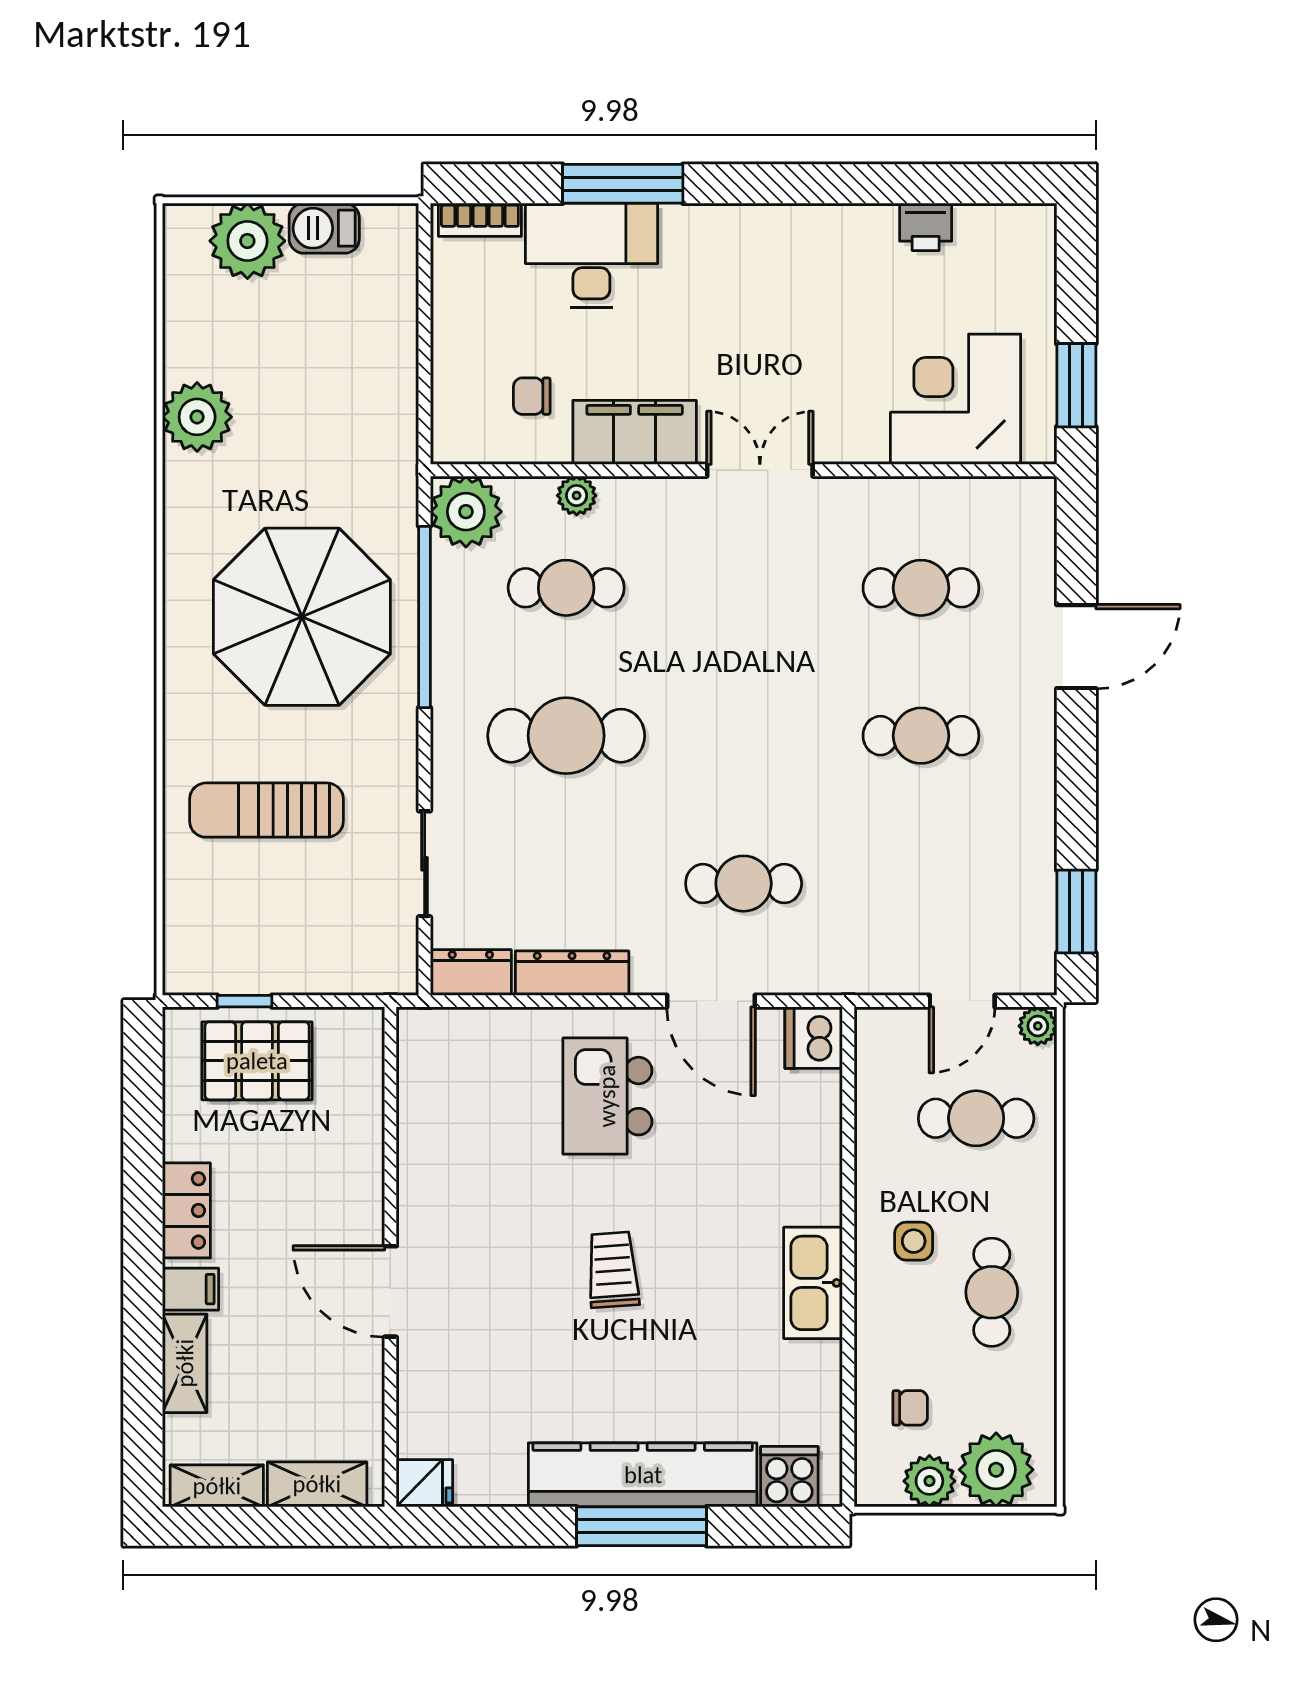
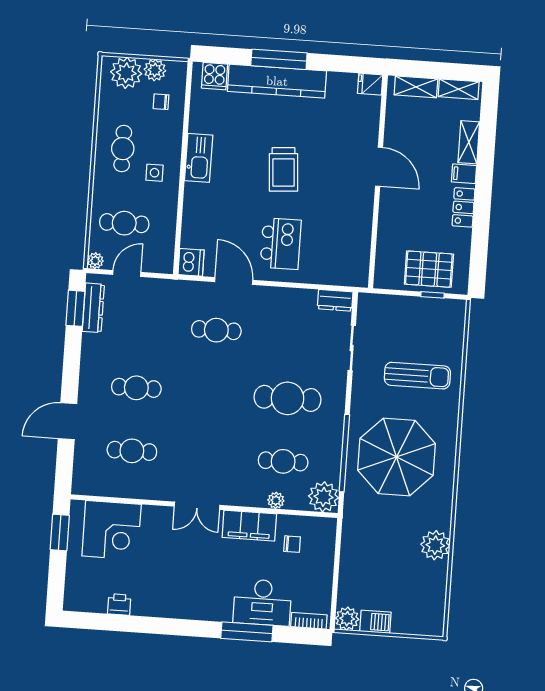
plant: (247, 241) -> (347, 619), moved, width x0.73, depth x0.73
dresser: (572, 973) -> (93, 308), moved, turned -90
trolley: (613, 1270) -> (283, 169), width x1.36, depth x1.39

